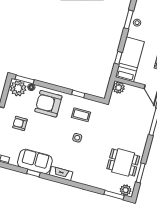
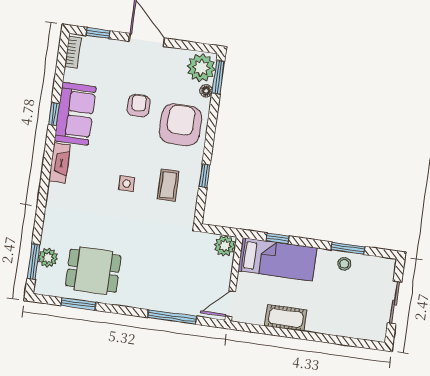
armchair: (20, 123) -> (139, 106), moved
dining table: (123, 162) -> (93, 271), turned 90
plant: (126, 190) -> (48, 258), moved

